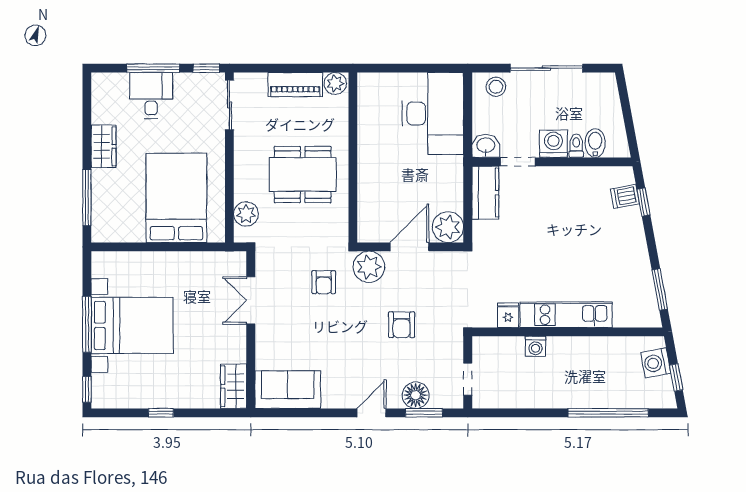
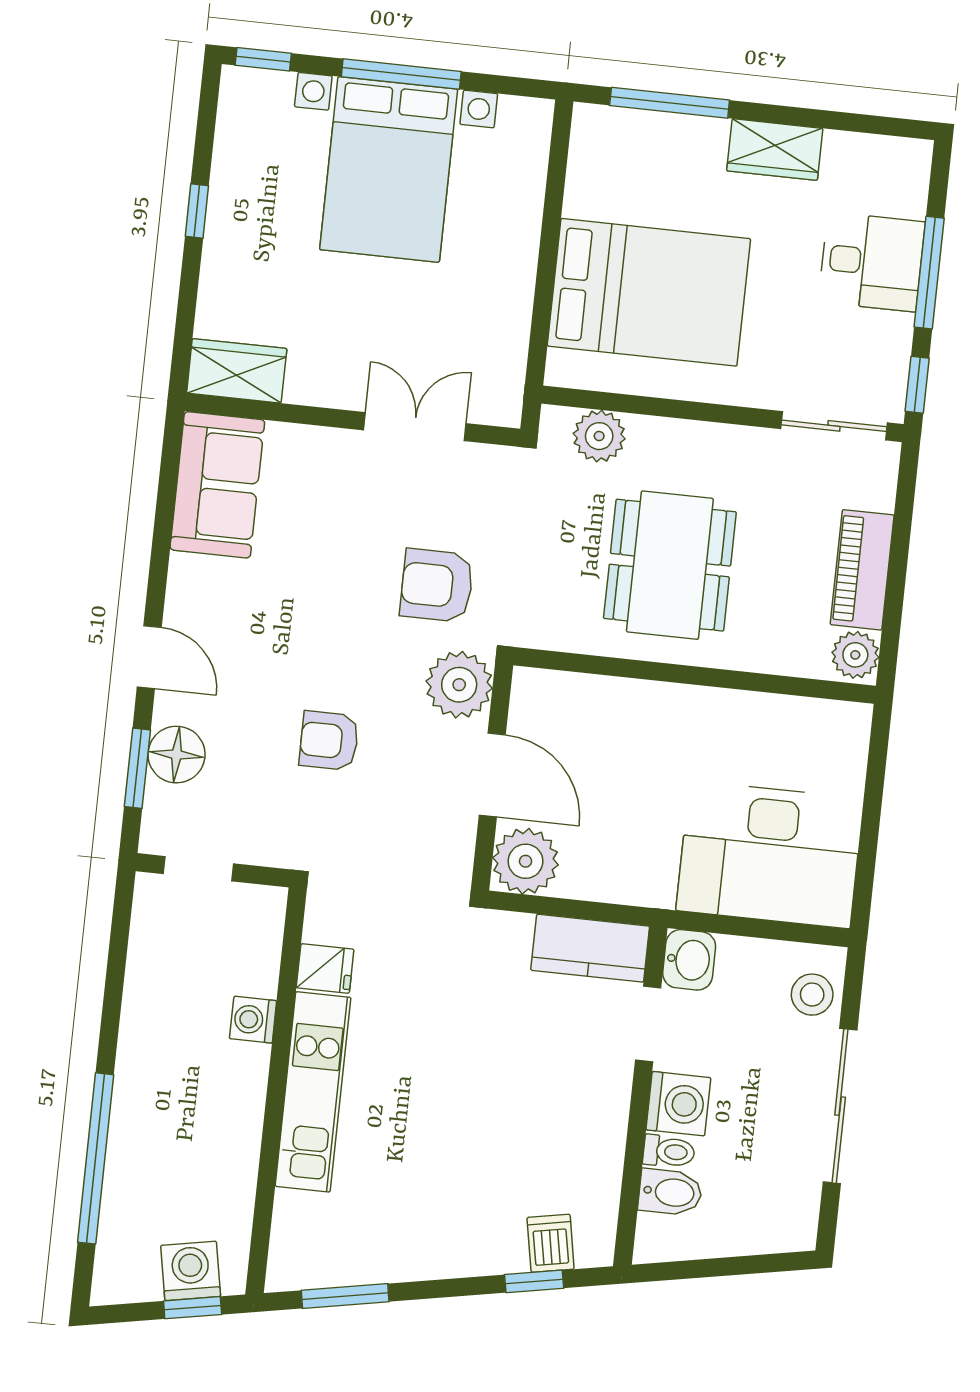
armchair: (324, 282) -> (437, 585), width x1.38, depth x1.38
window: (676, 377) -> (193, 1308), moved

